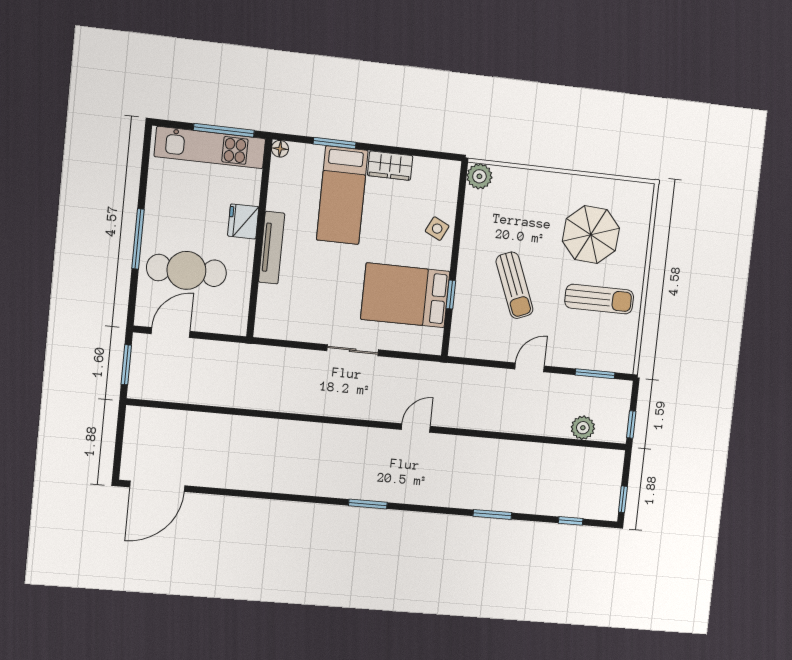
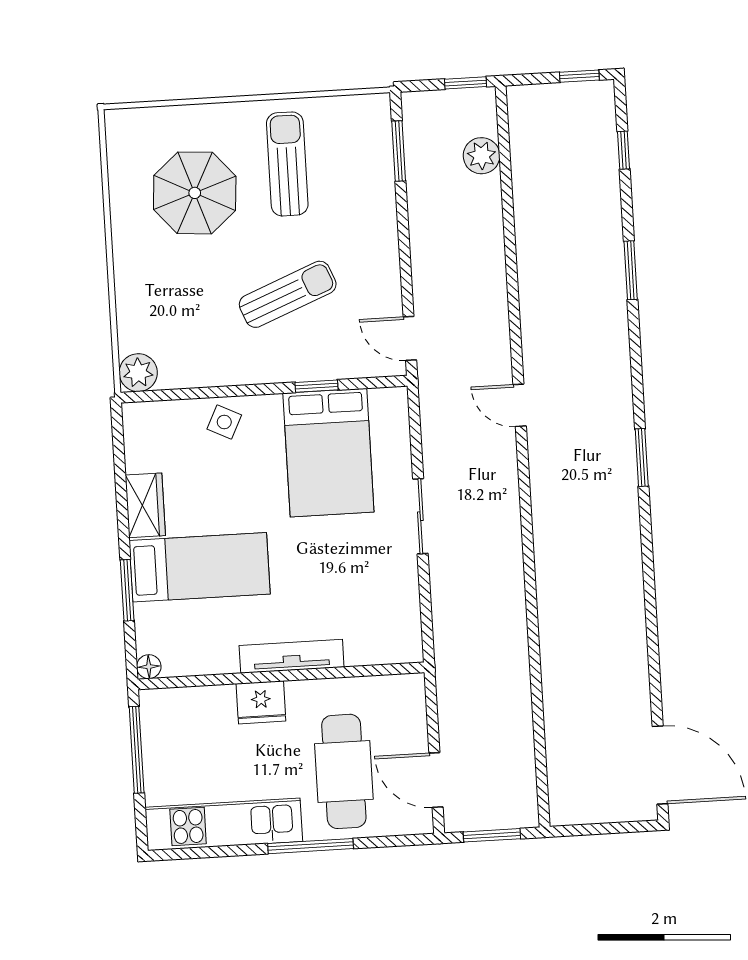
kitchen unit: (210, 148) -> (224, 824), moved, turned -90
door: (530, 367) -> (410, 338), moved

